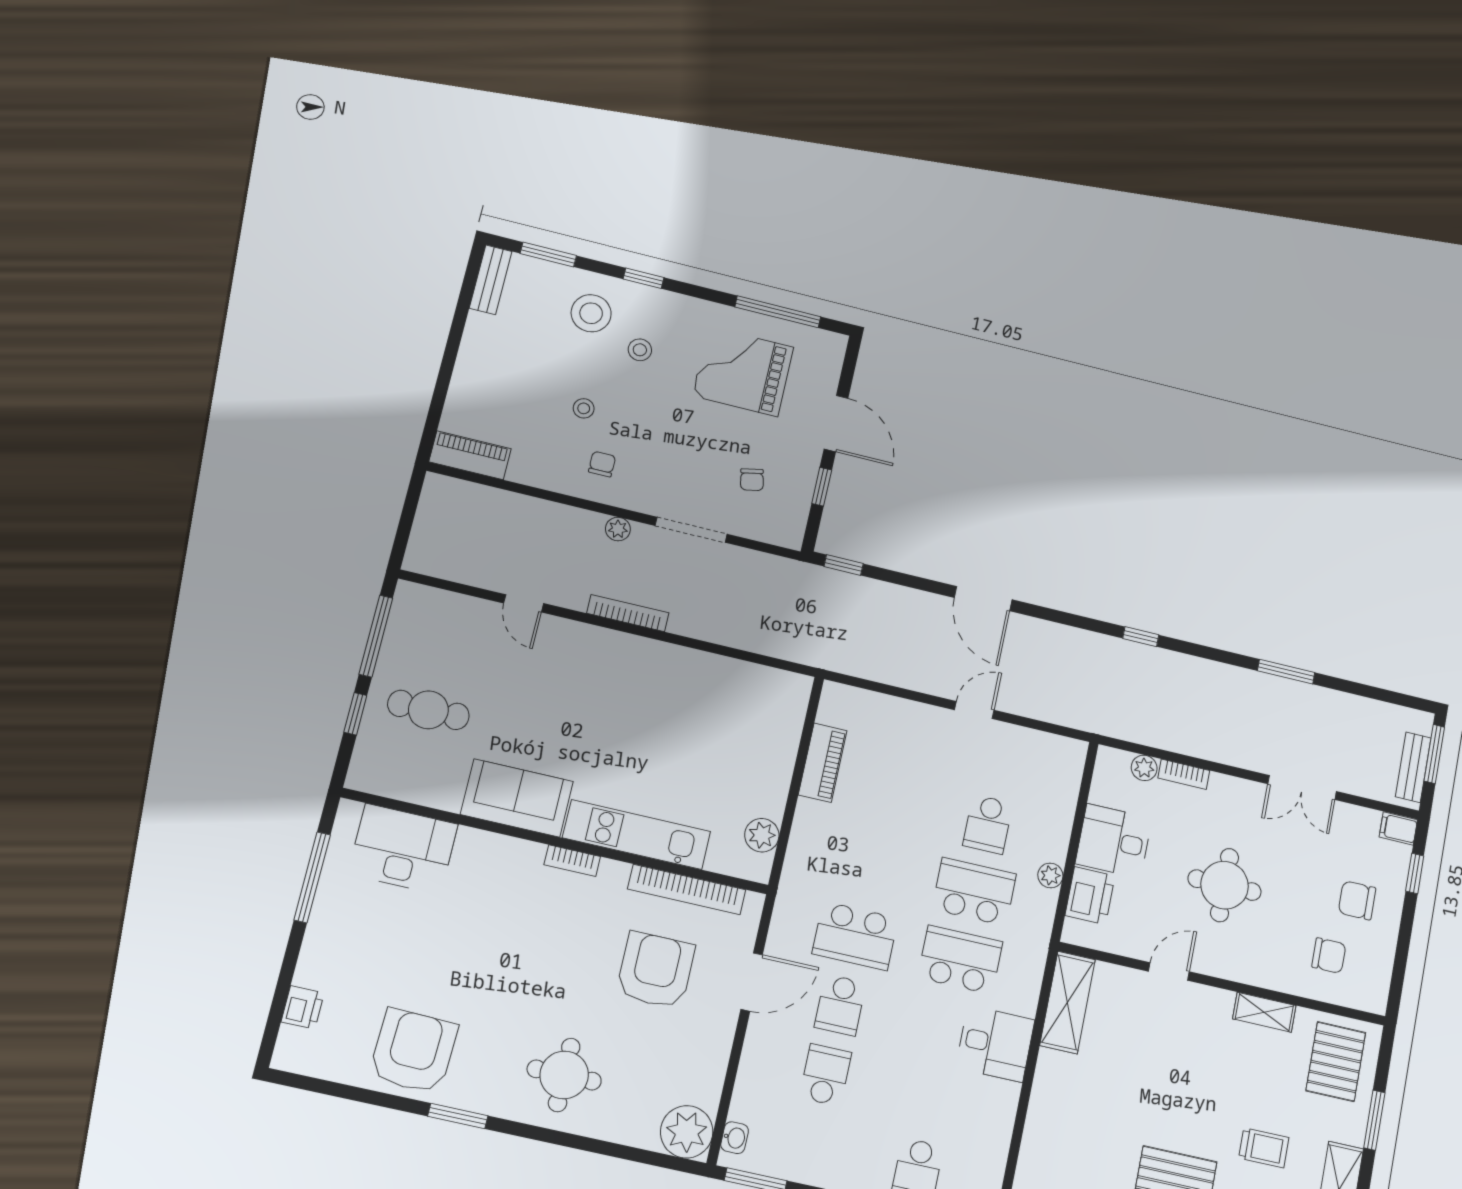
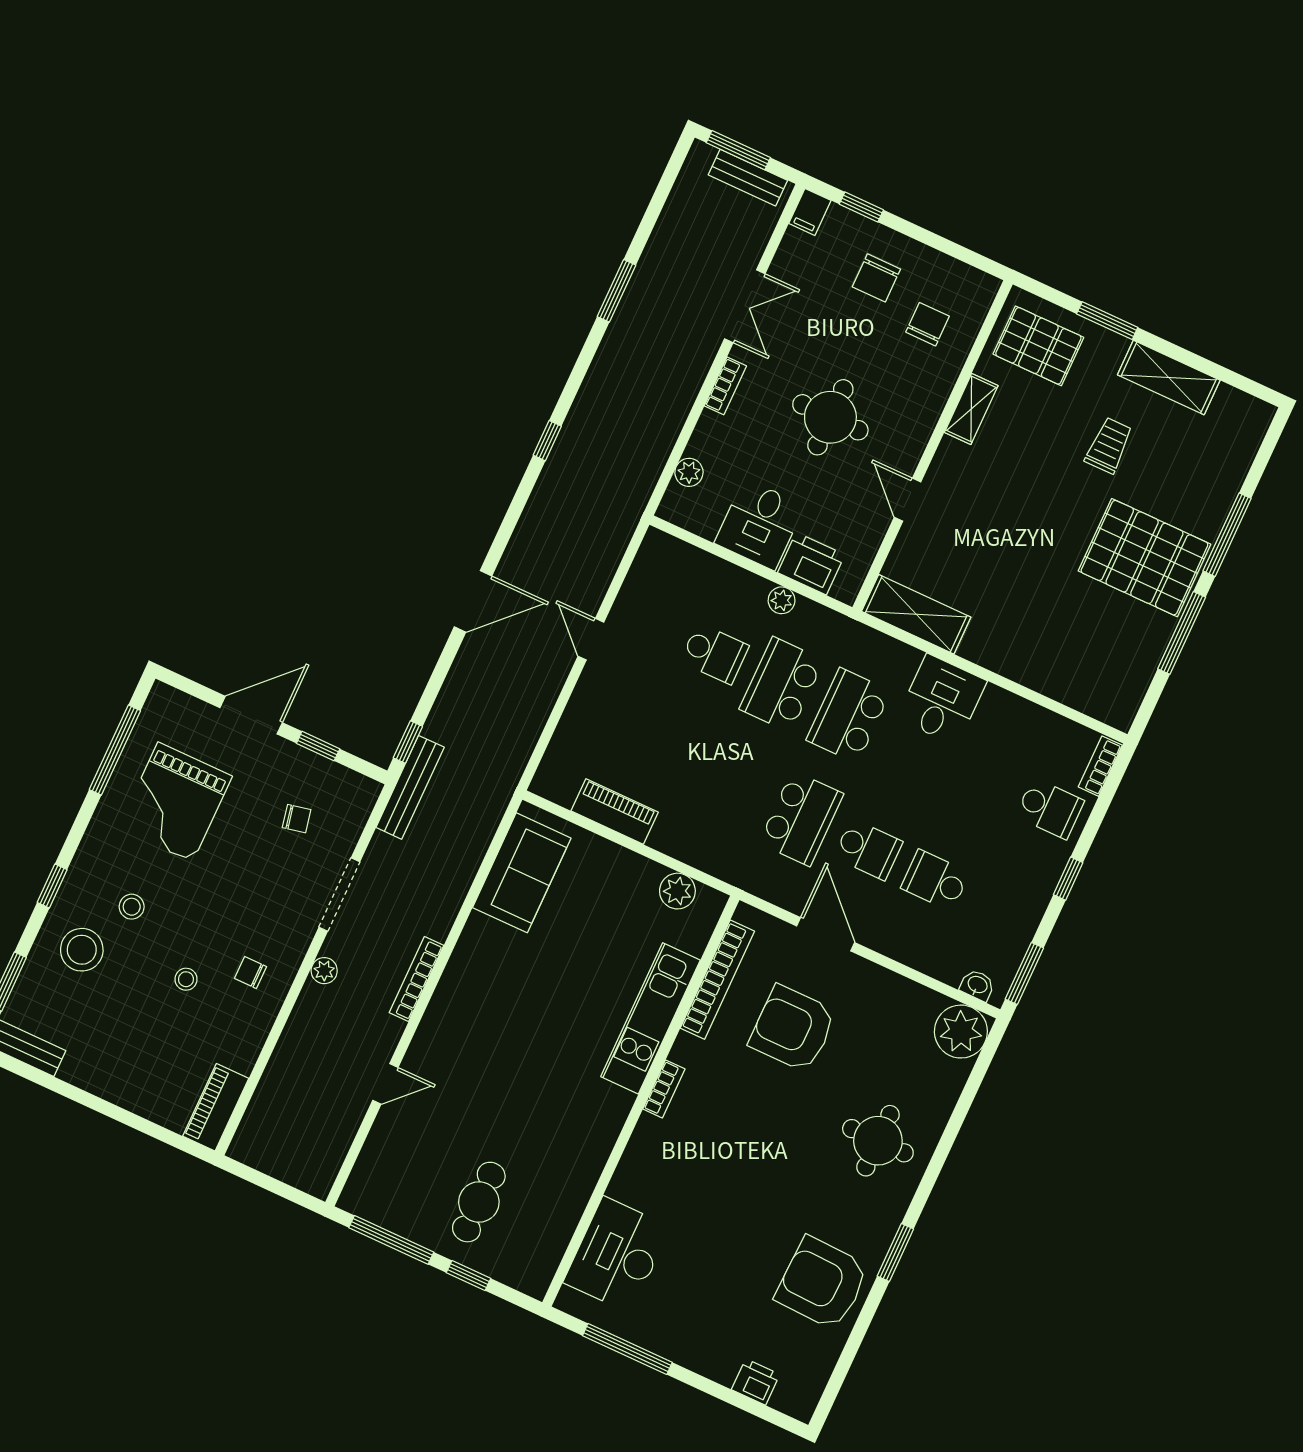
bench: (803, 575) -> (410, 787), added
bookcase: (1184, 774) -> (725, 386), moved
sofa: (517, 798) -> (522, 873), moved, turned 180

